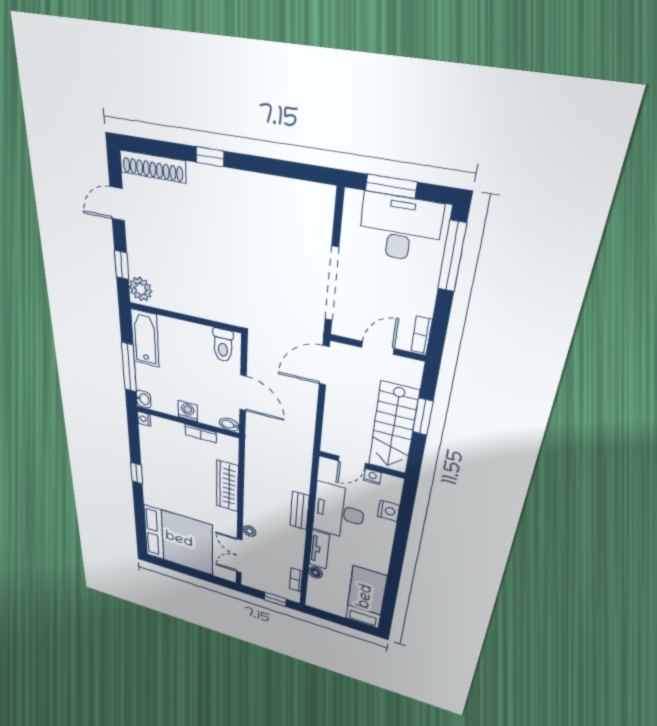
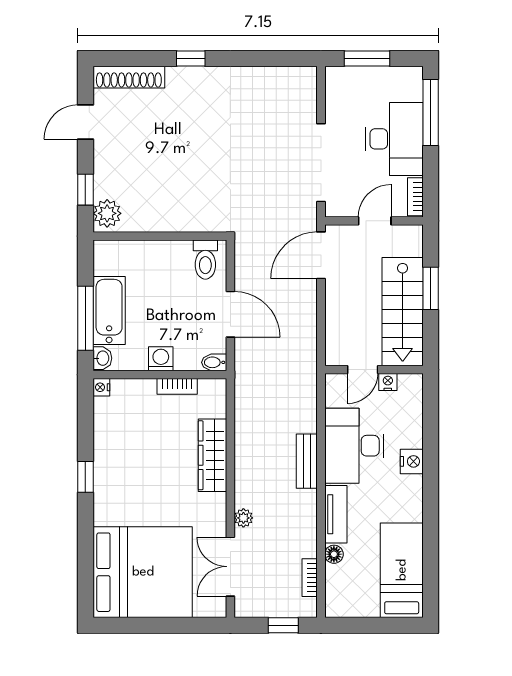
desk: (400, 228) -> (394, 139), moved, turned 90
bathtub: (145, 338) -> (109, 311), moved
nightstand: (389, 511) -> (412, 461), moved

